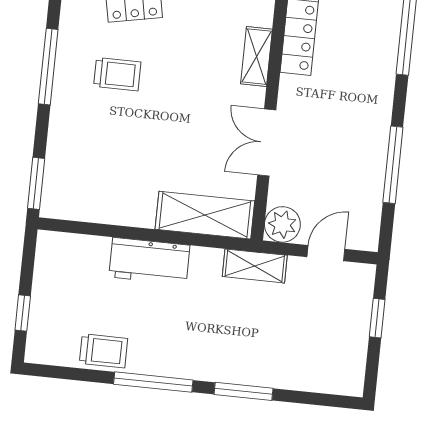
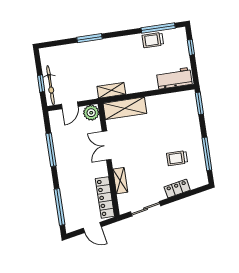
double door: (267, 142) -> (107, 146), swing flipped
workbench: (149, 261) -> (174, 78), moved
shelving: (255, 266) -> (111, 90), moved
bicycle: (357, 309) -> (51, 85), added
window: (153, 382) -> (158, 28), moved

